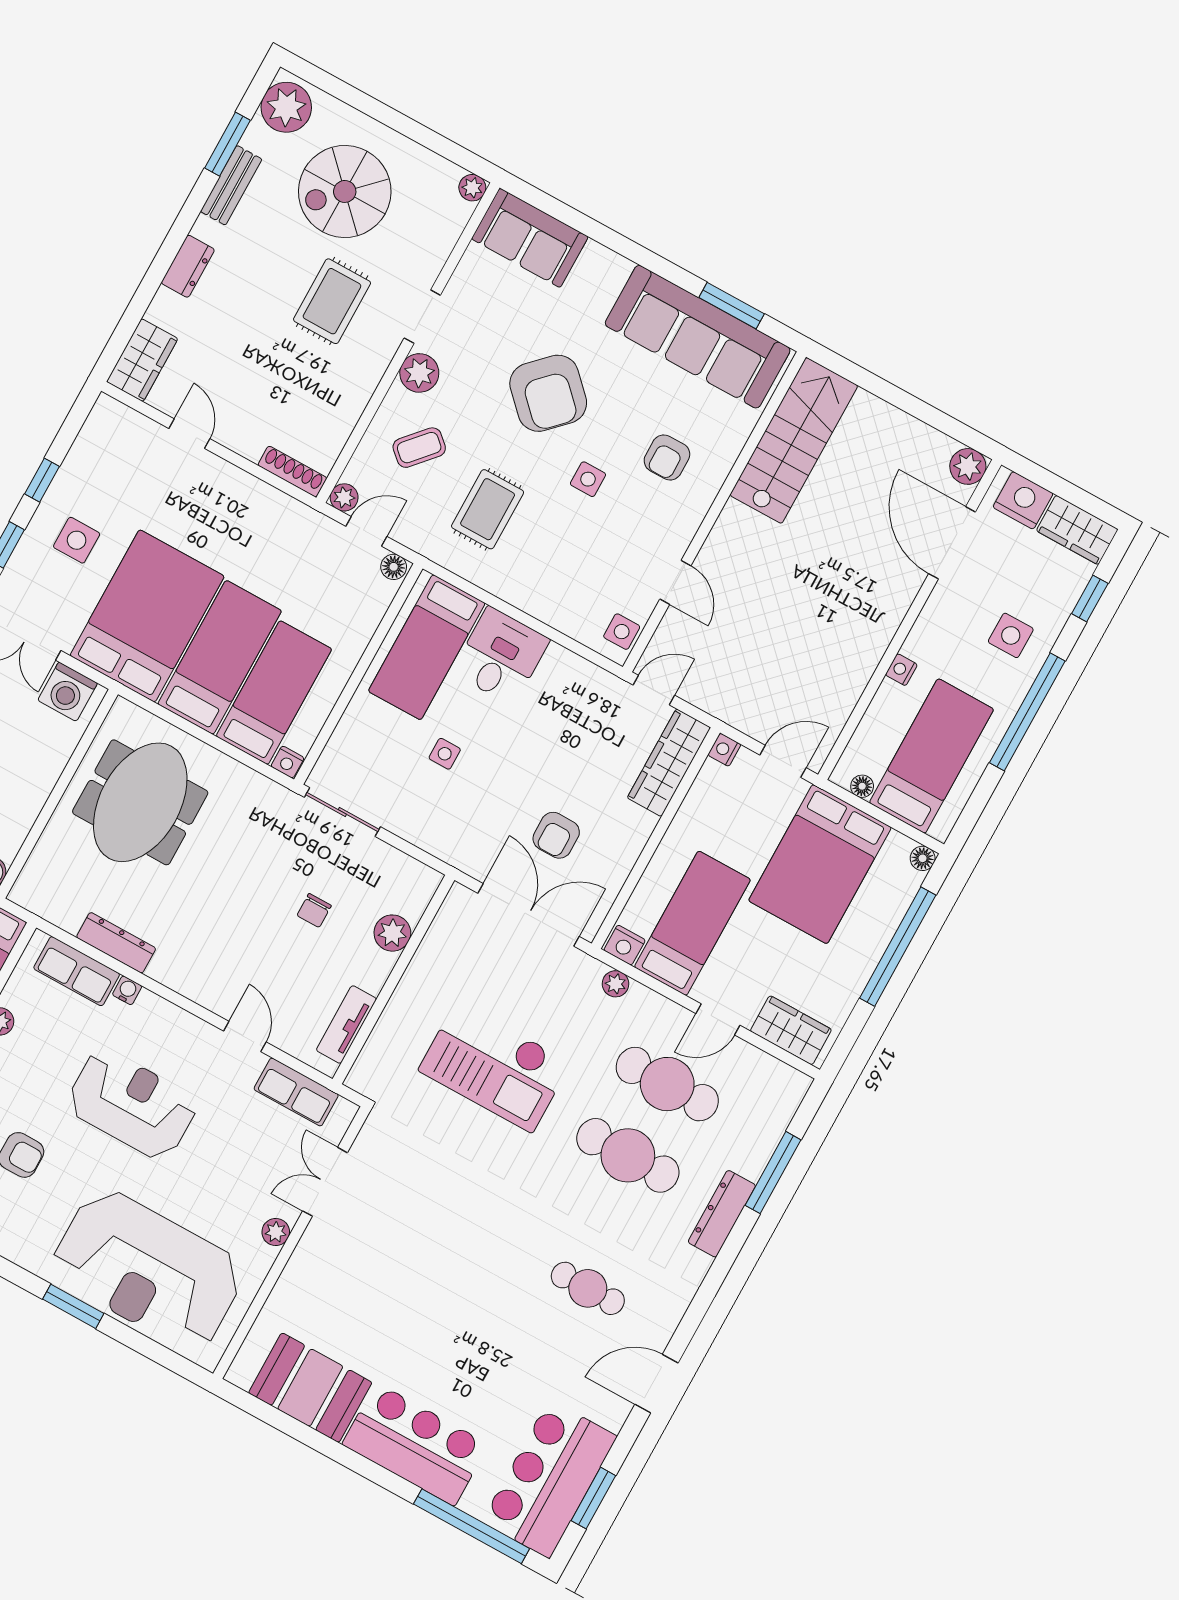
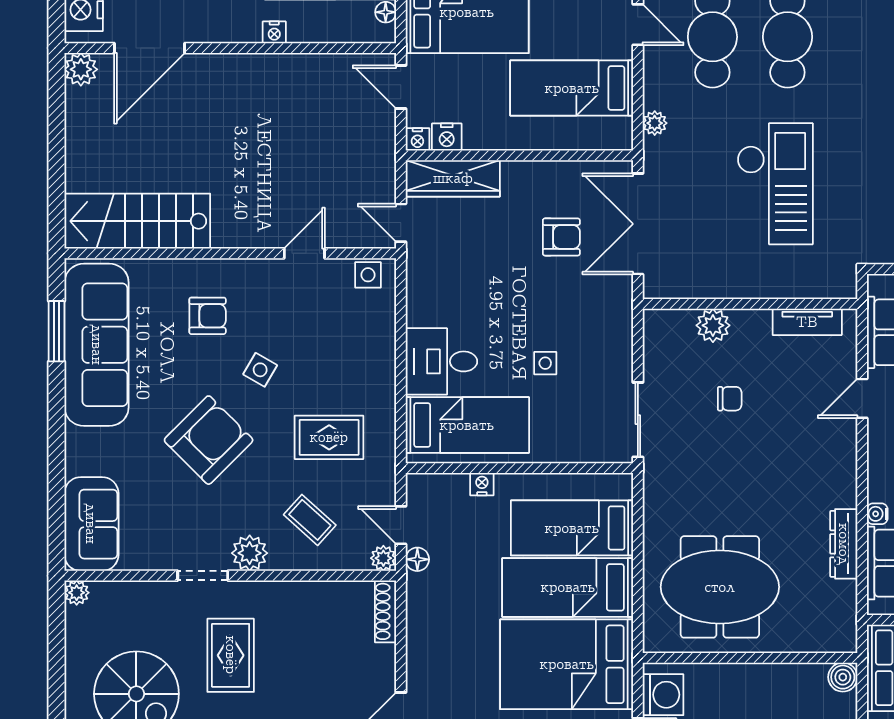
rug: (332, 301) -> (231, 655), turned 90
side table: (588, 479) -> (260, 370), turned 30
floor lamp: (394, 567) -> (417, 559), moved
nightstand: (287, 762) -> (482, 484), moved, turned -90
nightstand: (625, 945) -> (447, 137), moved, turned 90

